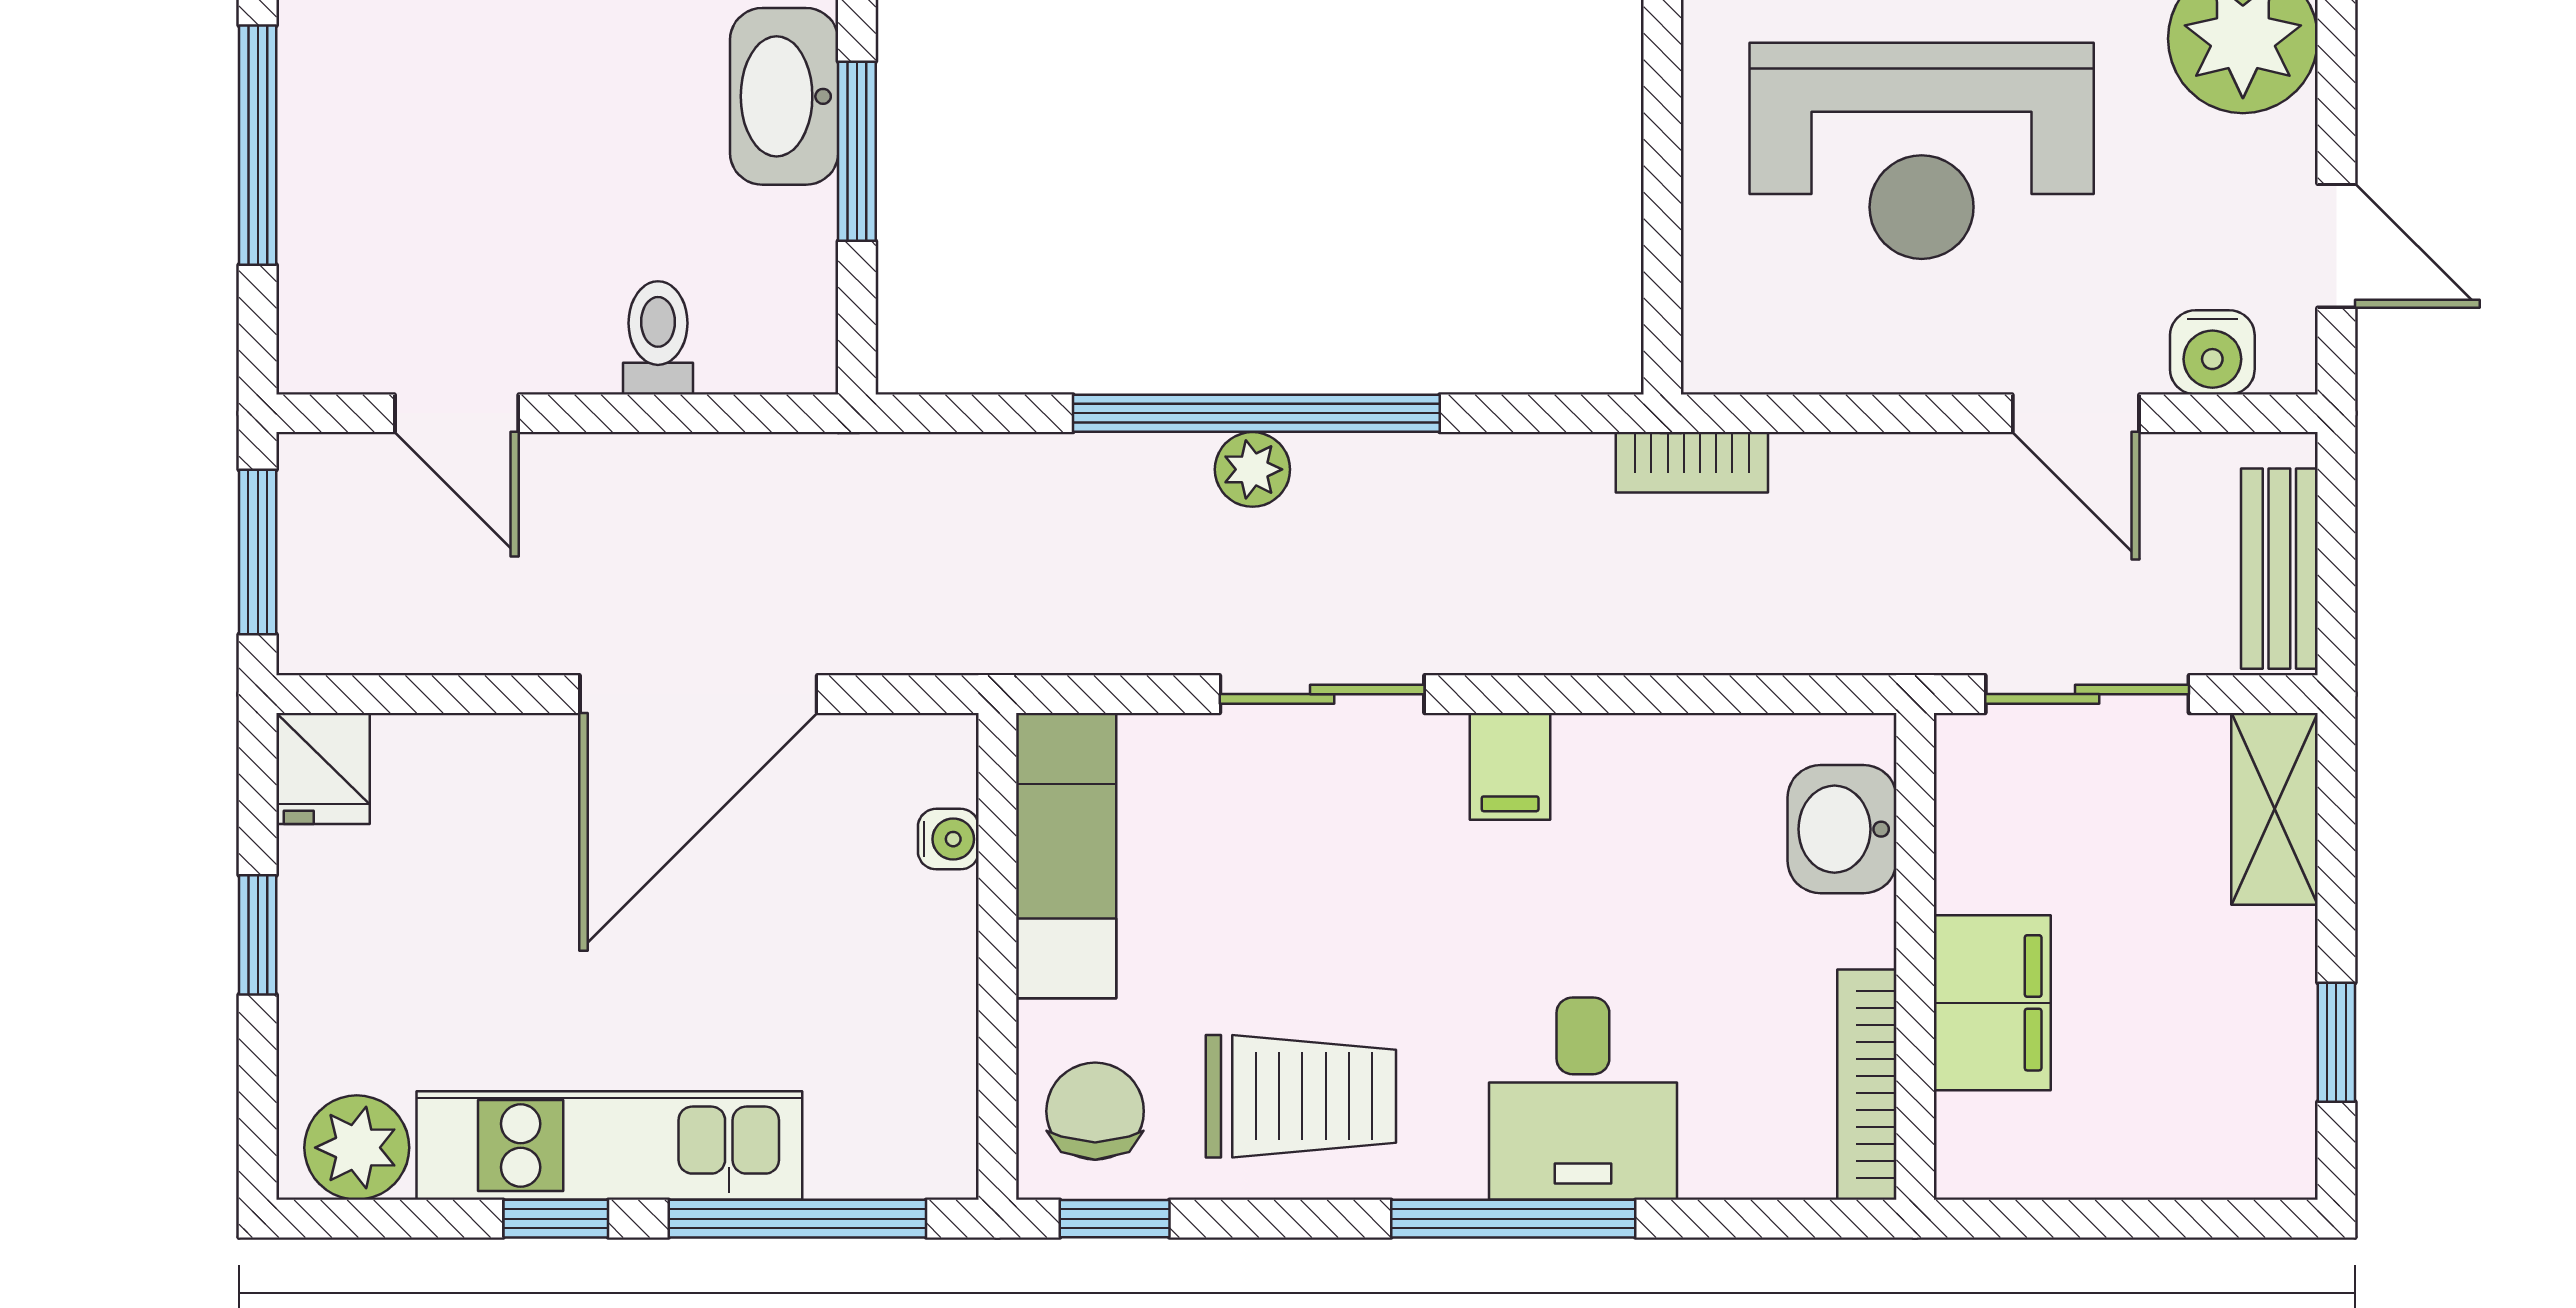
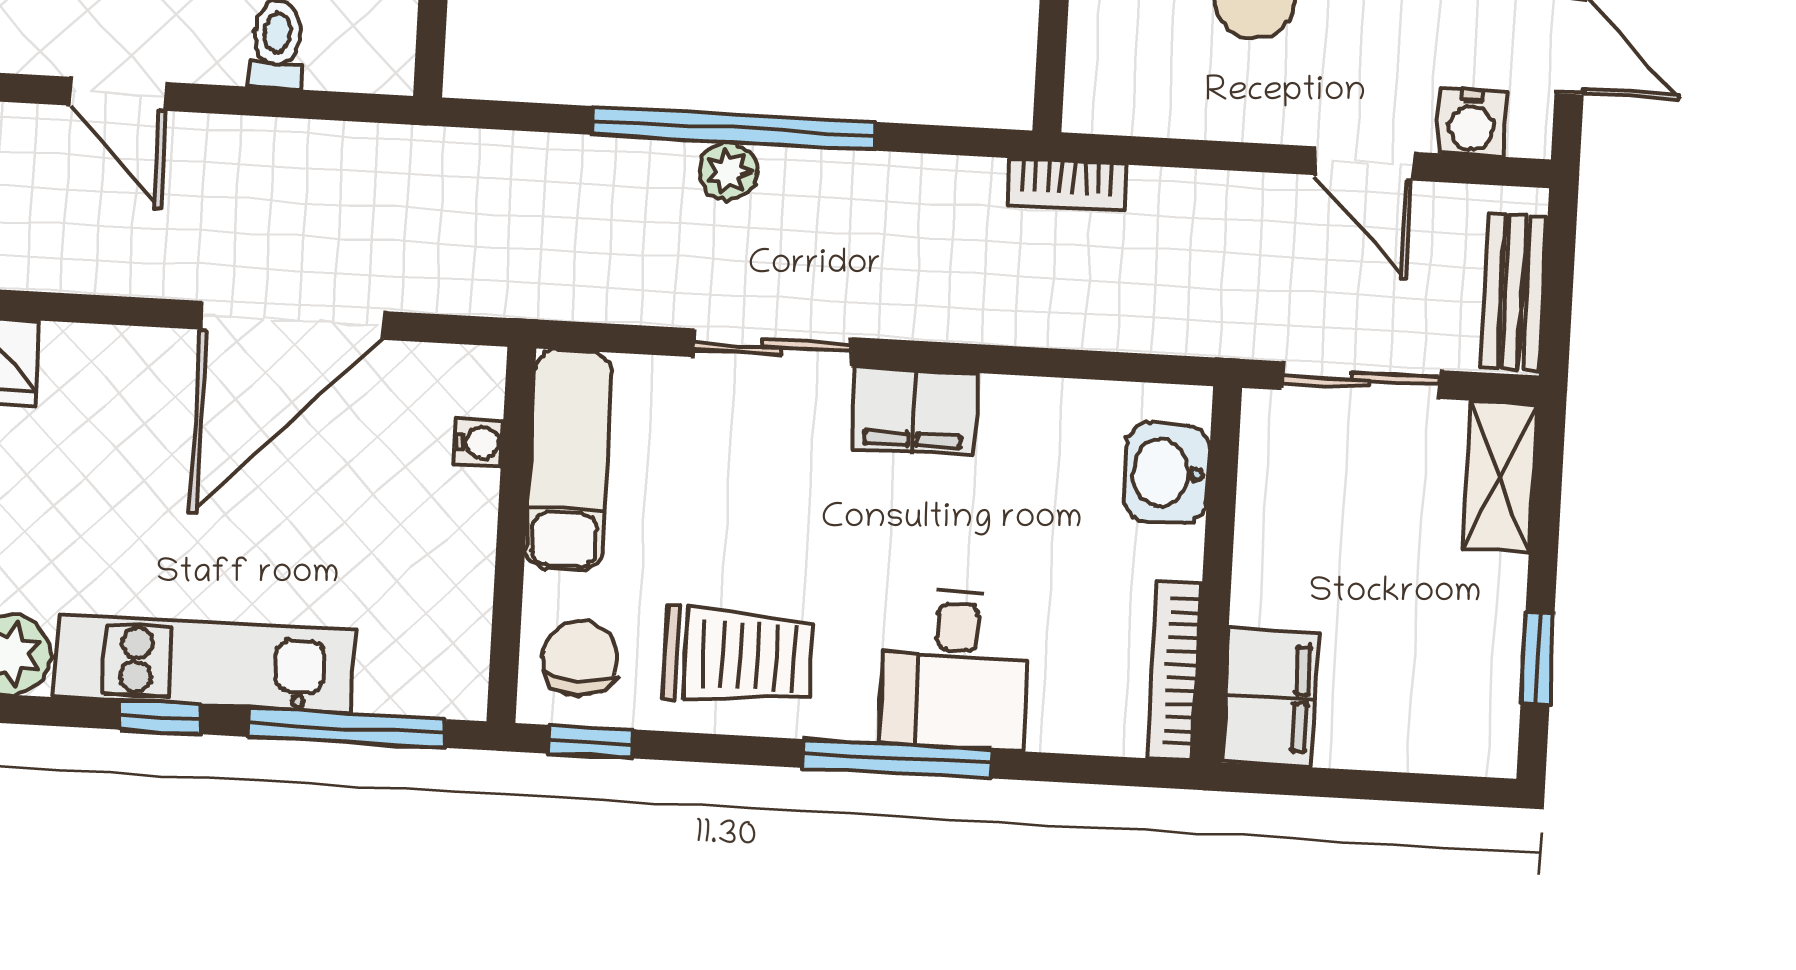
filing cabinet: (1510, 766) -> (914, 411), width x2.00
filing cabinet: (1992, 1003) -> (1270, 697), moved

